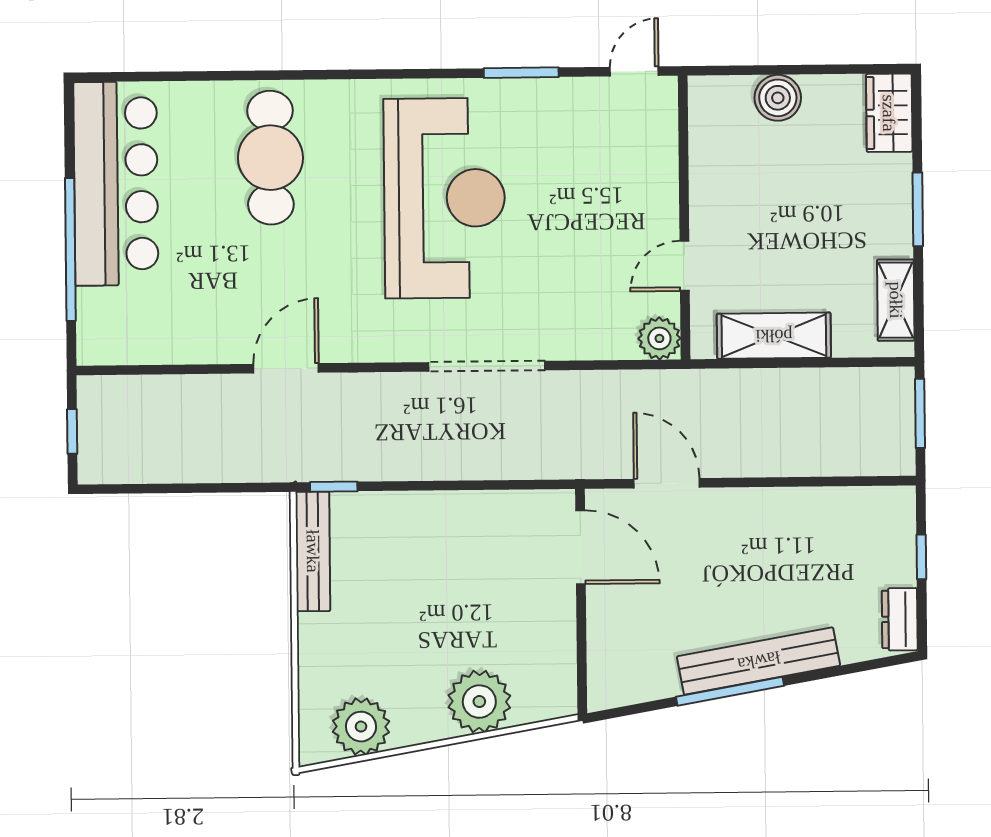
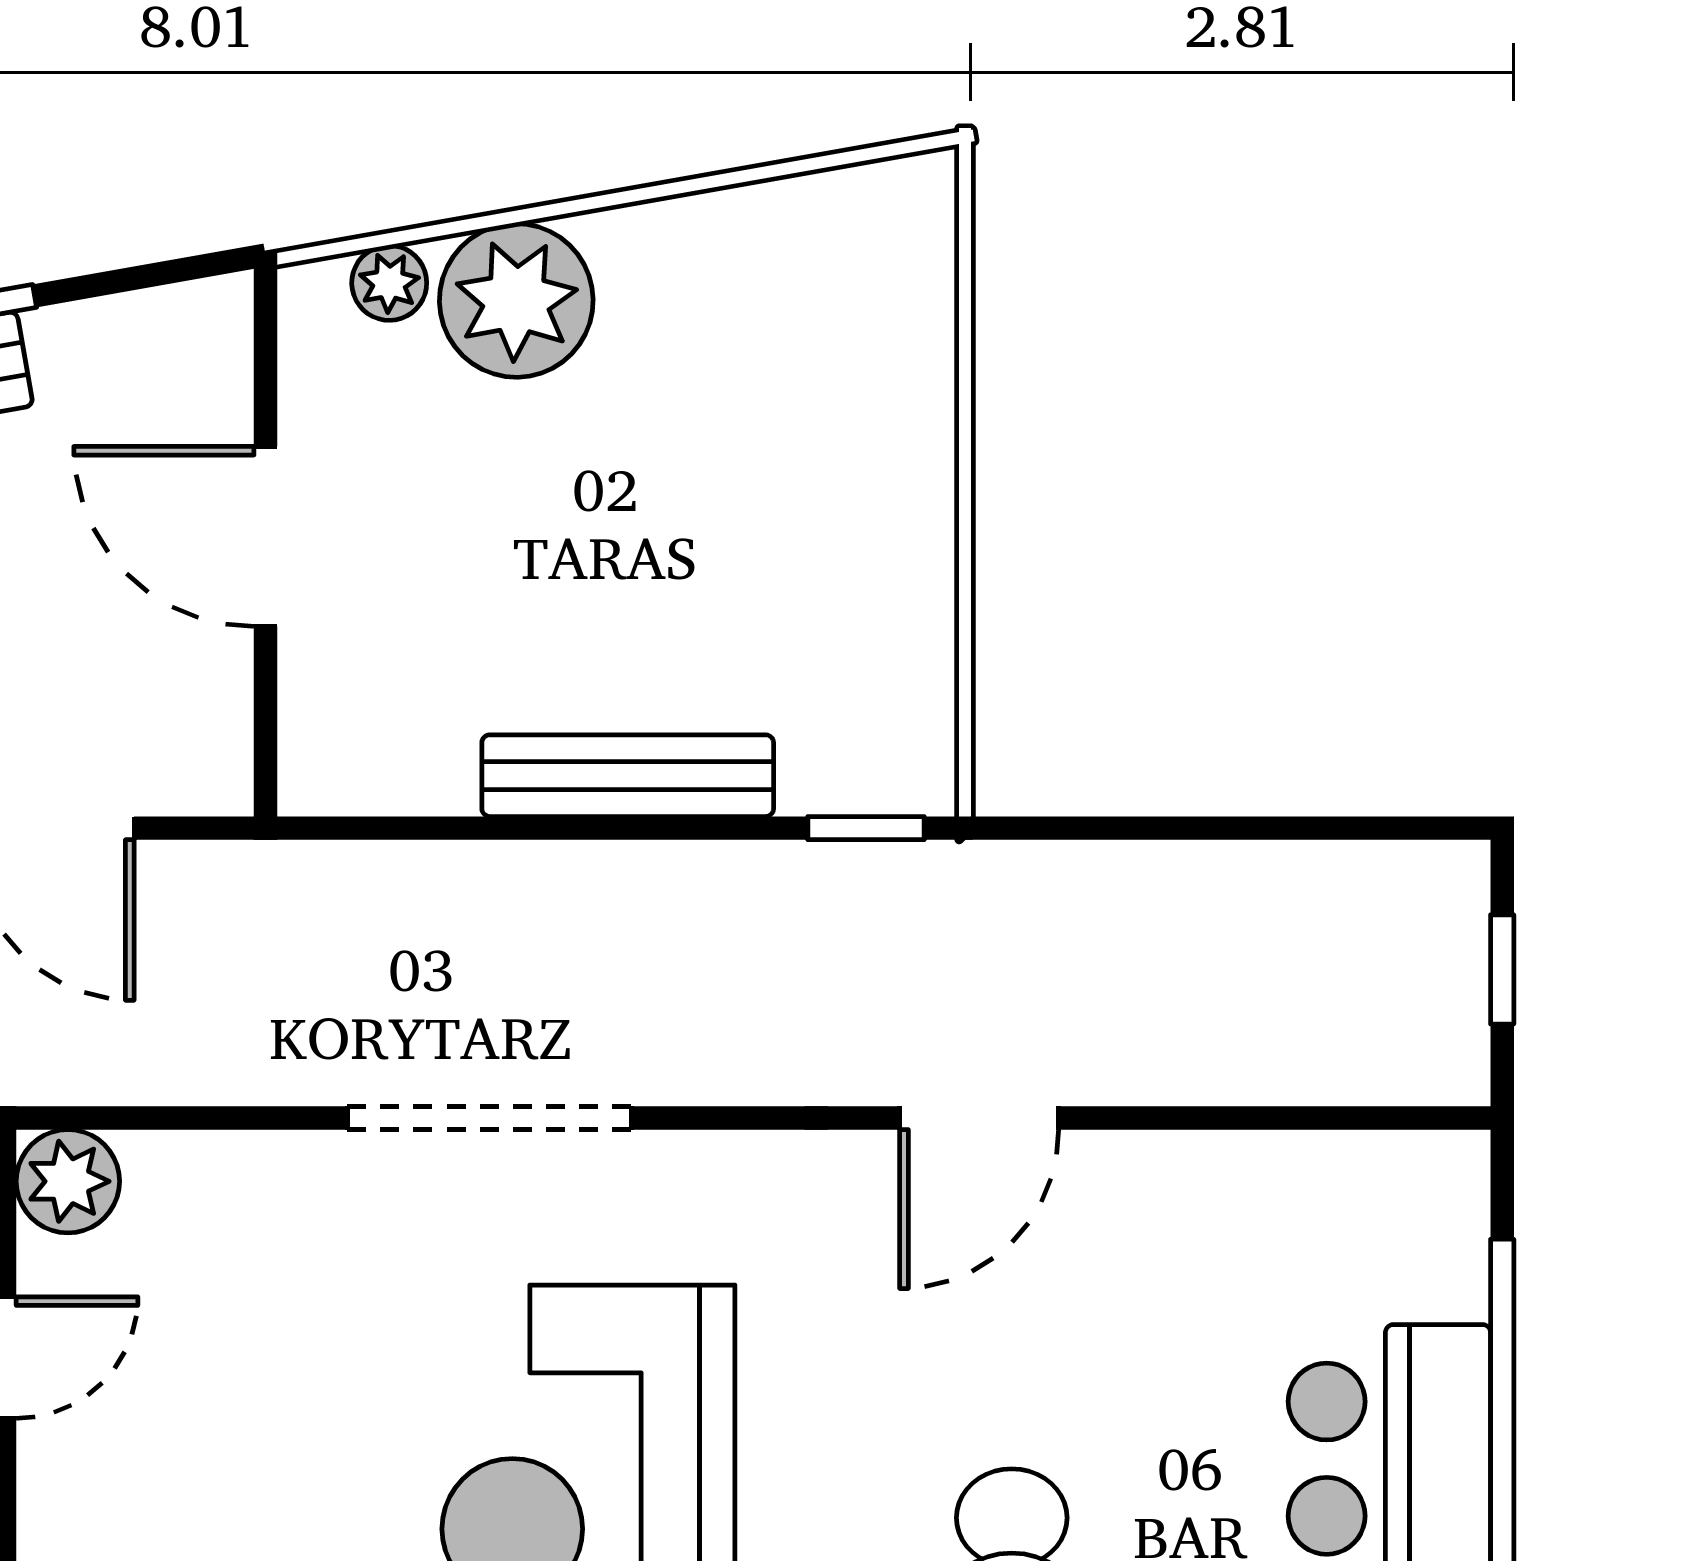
door: (581, 547) -> (265, 536), moved
bench: (313, 551) -> (628, 776), moved, turned 90
plant: (361, 727) -> (389, 283), moved, width x0.53, depth x0.53

